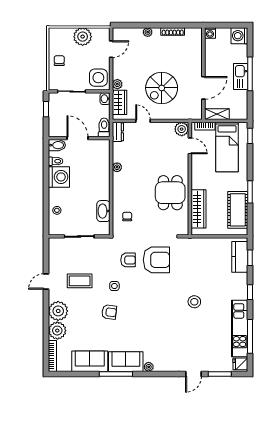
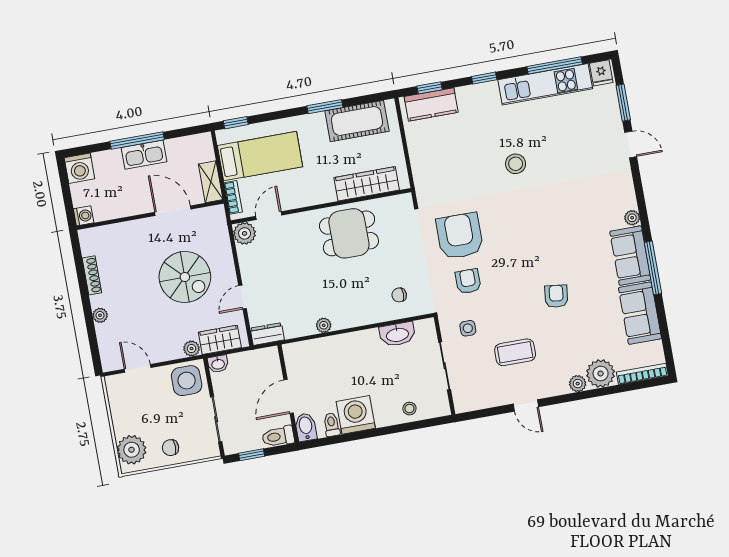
plant: (83, 37) -> (132, 450), moved
toilet: (104, 127) -> (278, 436), moved
coffee table: (80, 281) -> (515, 352), turned 90
side table: (114, 286) -> (468, 328), moved
plant: (58, 311) -> (578, 384), width x0.53, depth x0.53

